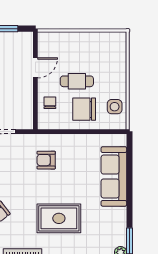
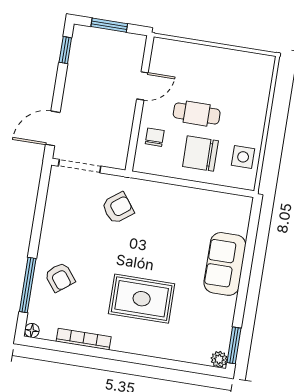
armchair: (46, 160) -> (118, 208), moved, turned 143
sofa: (114, 176) -> (225, 264), width x0.73

